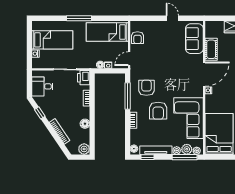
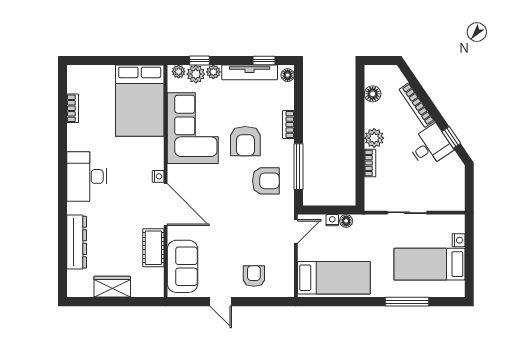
window: (79, 18) -> (407, 302), moved
armchair: (137, 38) -> (254, 276), moved
door: (204, 74) -> (166, 205), swing flipped
printer: (84, 78) -> (375, 198), removed
desk: (42, 86) -> (430, 146), moved, turned -34
armchair: (146, 88) -> (266, 181), turned -90
armchair: (158, 111) -> (245, 141), turned 180
floor lamp: (85, 124) -> (373, 94), moved
plant: (84, 149) -> (374, 138), moved
window: (185, 157) -> (199, 60), width x0.46

